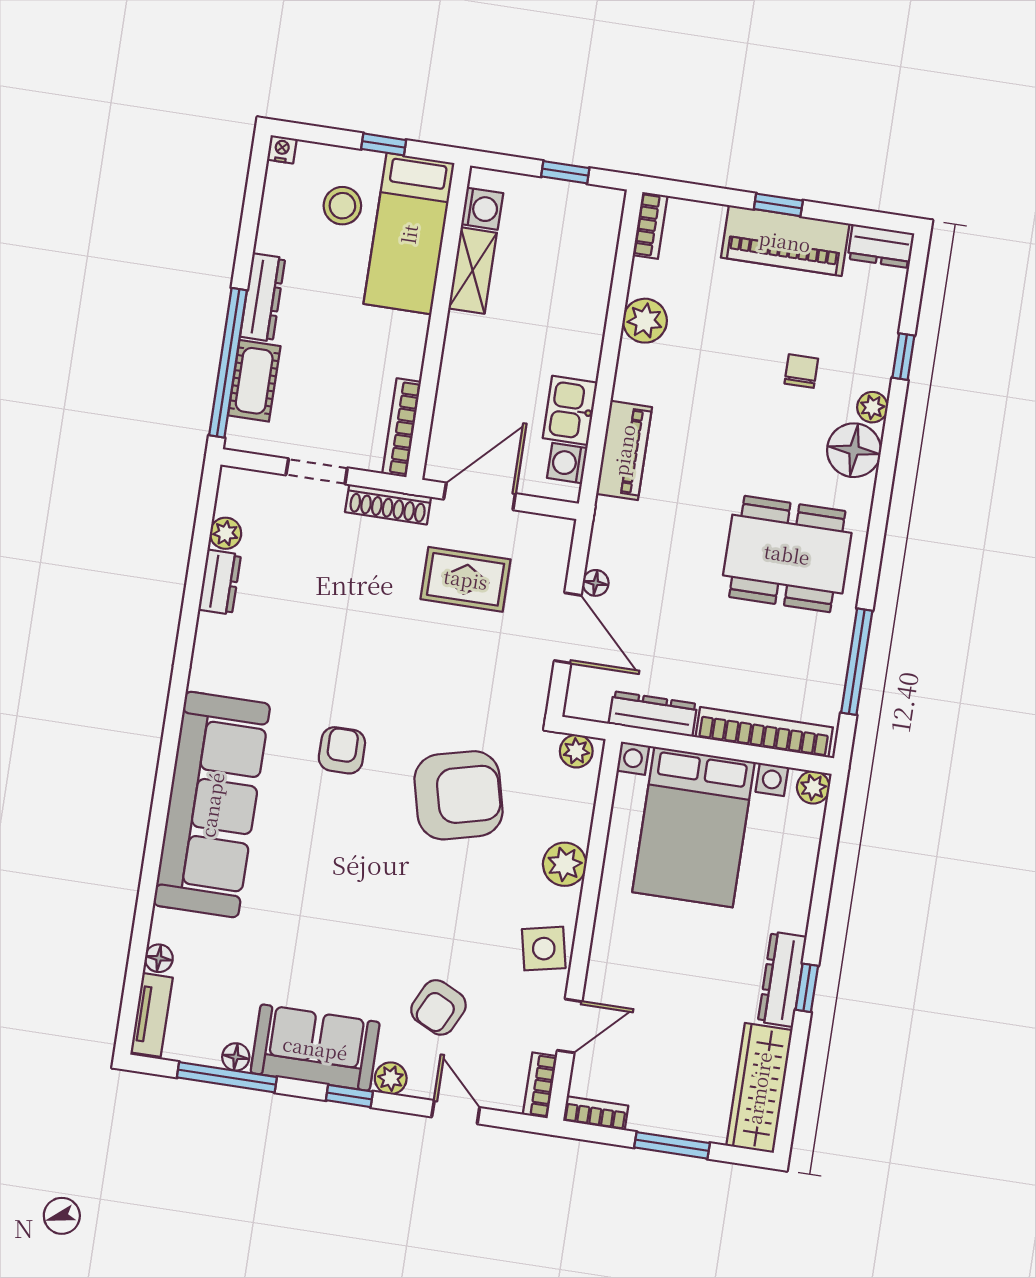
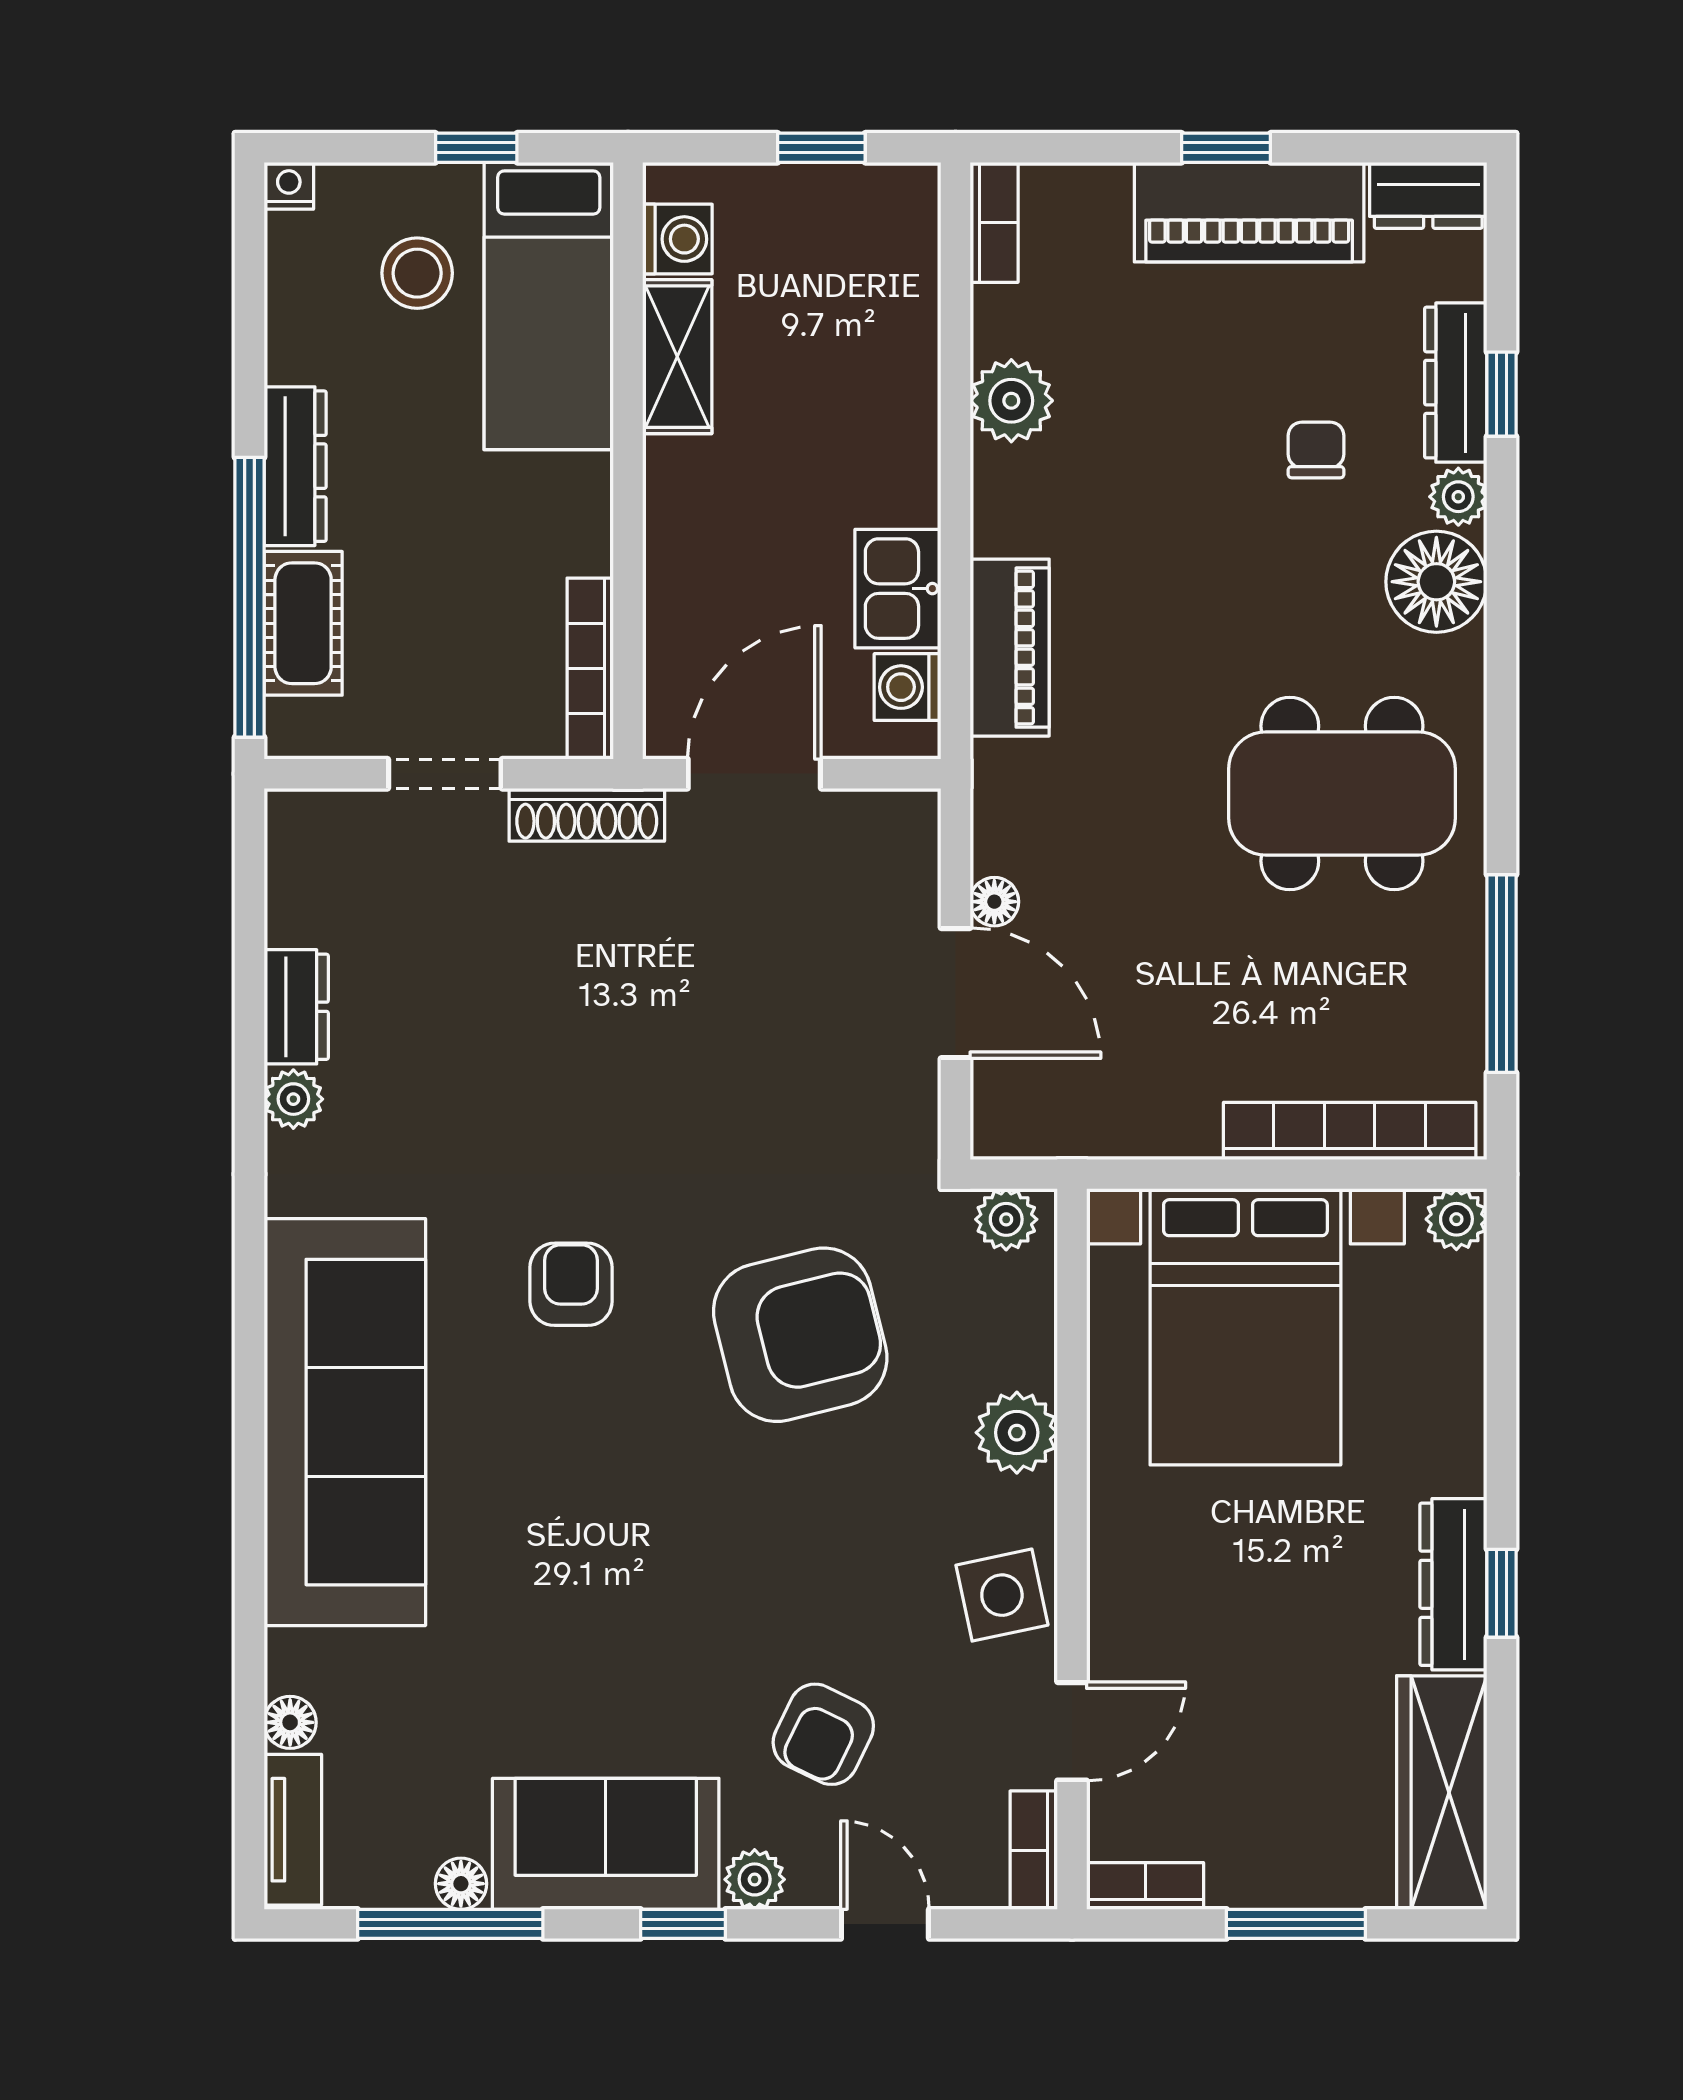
plant: (226, 533) -> (293, 1099), moved
rug: (466, 579) -> (752, 932), removed
dresser: (653, 714) -> (1456, 383), moved, turned -90

